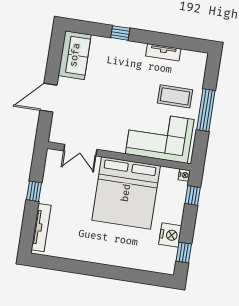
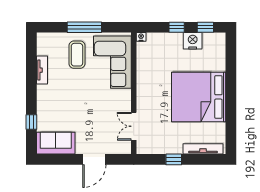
window: (120, 33) -> (31, 122), moved
door: (48, 98) -> (94, 159), hinge flipped
double door: (80, 150) -> (134, 126), swing flipped
bed: (126, 193) -> (199, 97), moved, turned 180
window: (193, 196) -> (177, 27), moved

